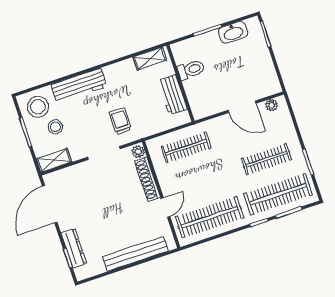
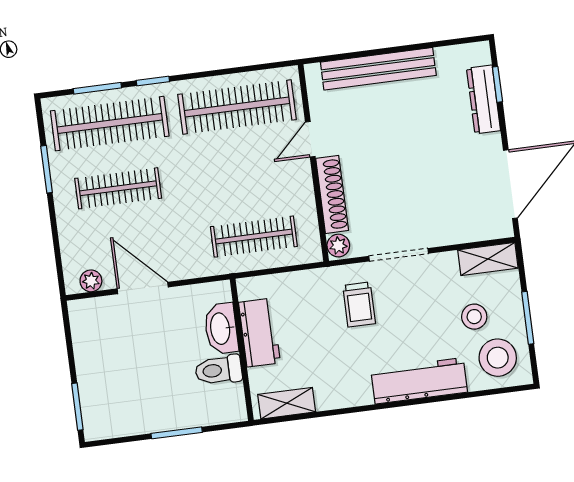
washbasin: (233, 32) -> (221, 329), moved, turned -90

